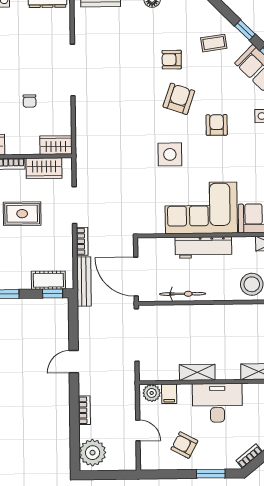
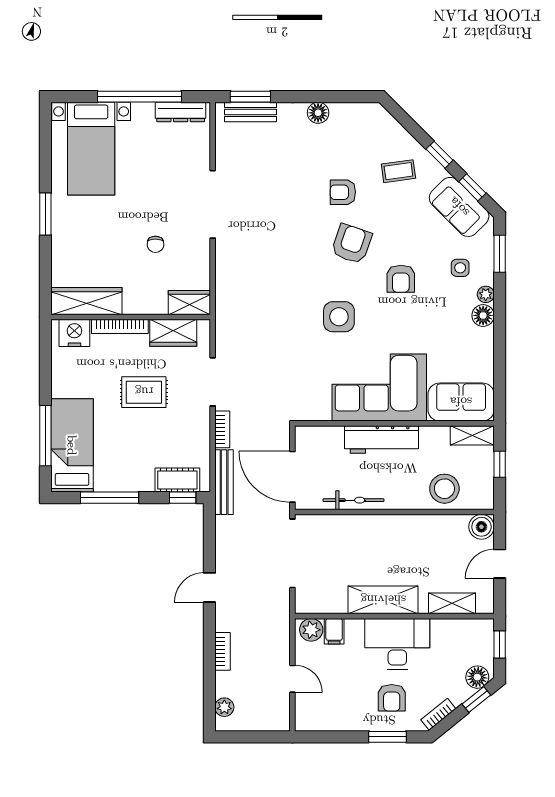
armchair: (217, 125) -> (401, 279), turned 180
shelving: (197, 372) -> (383, 600), width x1.50, depth x1.33
armchair: (184, 445) -> (392, 698), moved, turned -118
plant: (93, 453) -> (224, 707), width x0.53, depth x0.53

